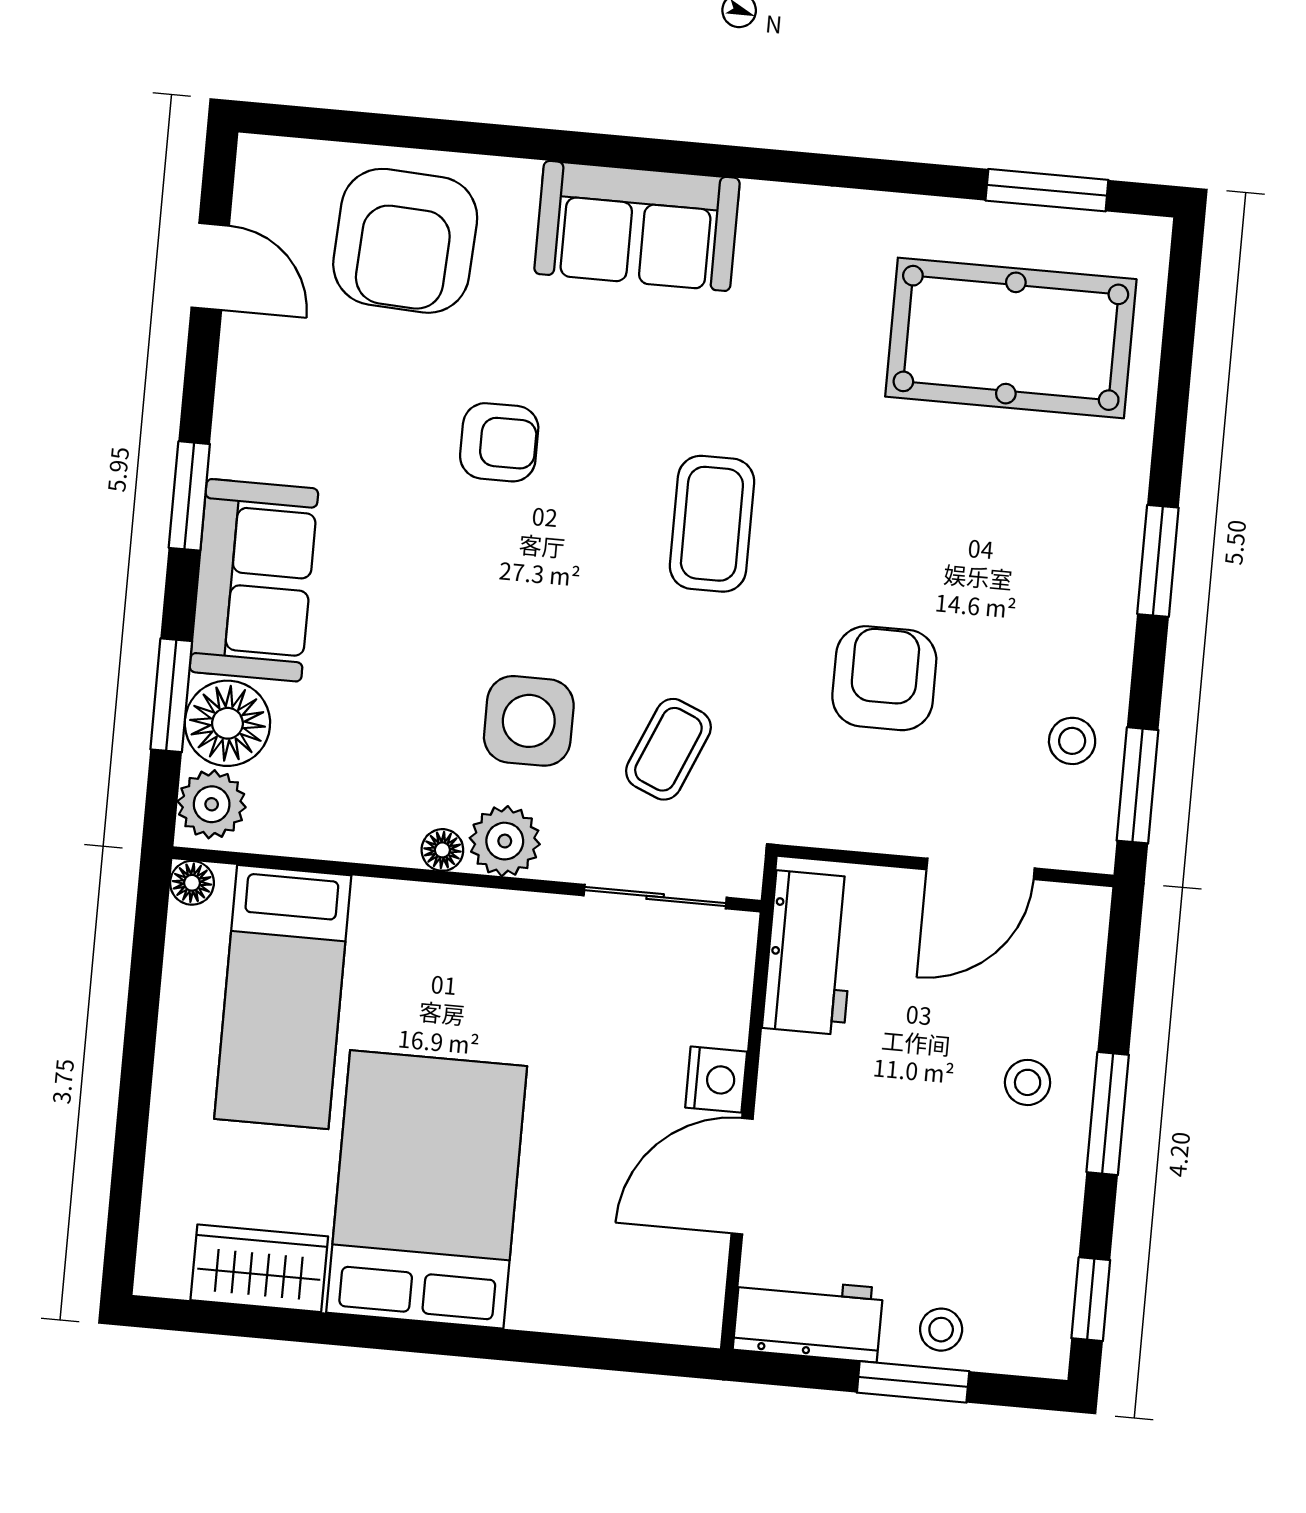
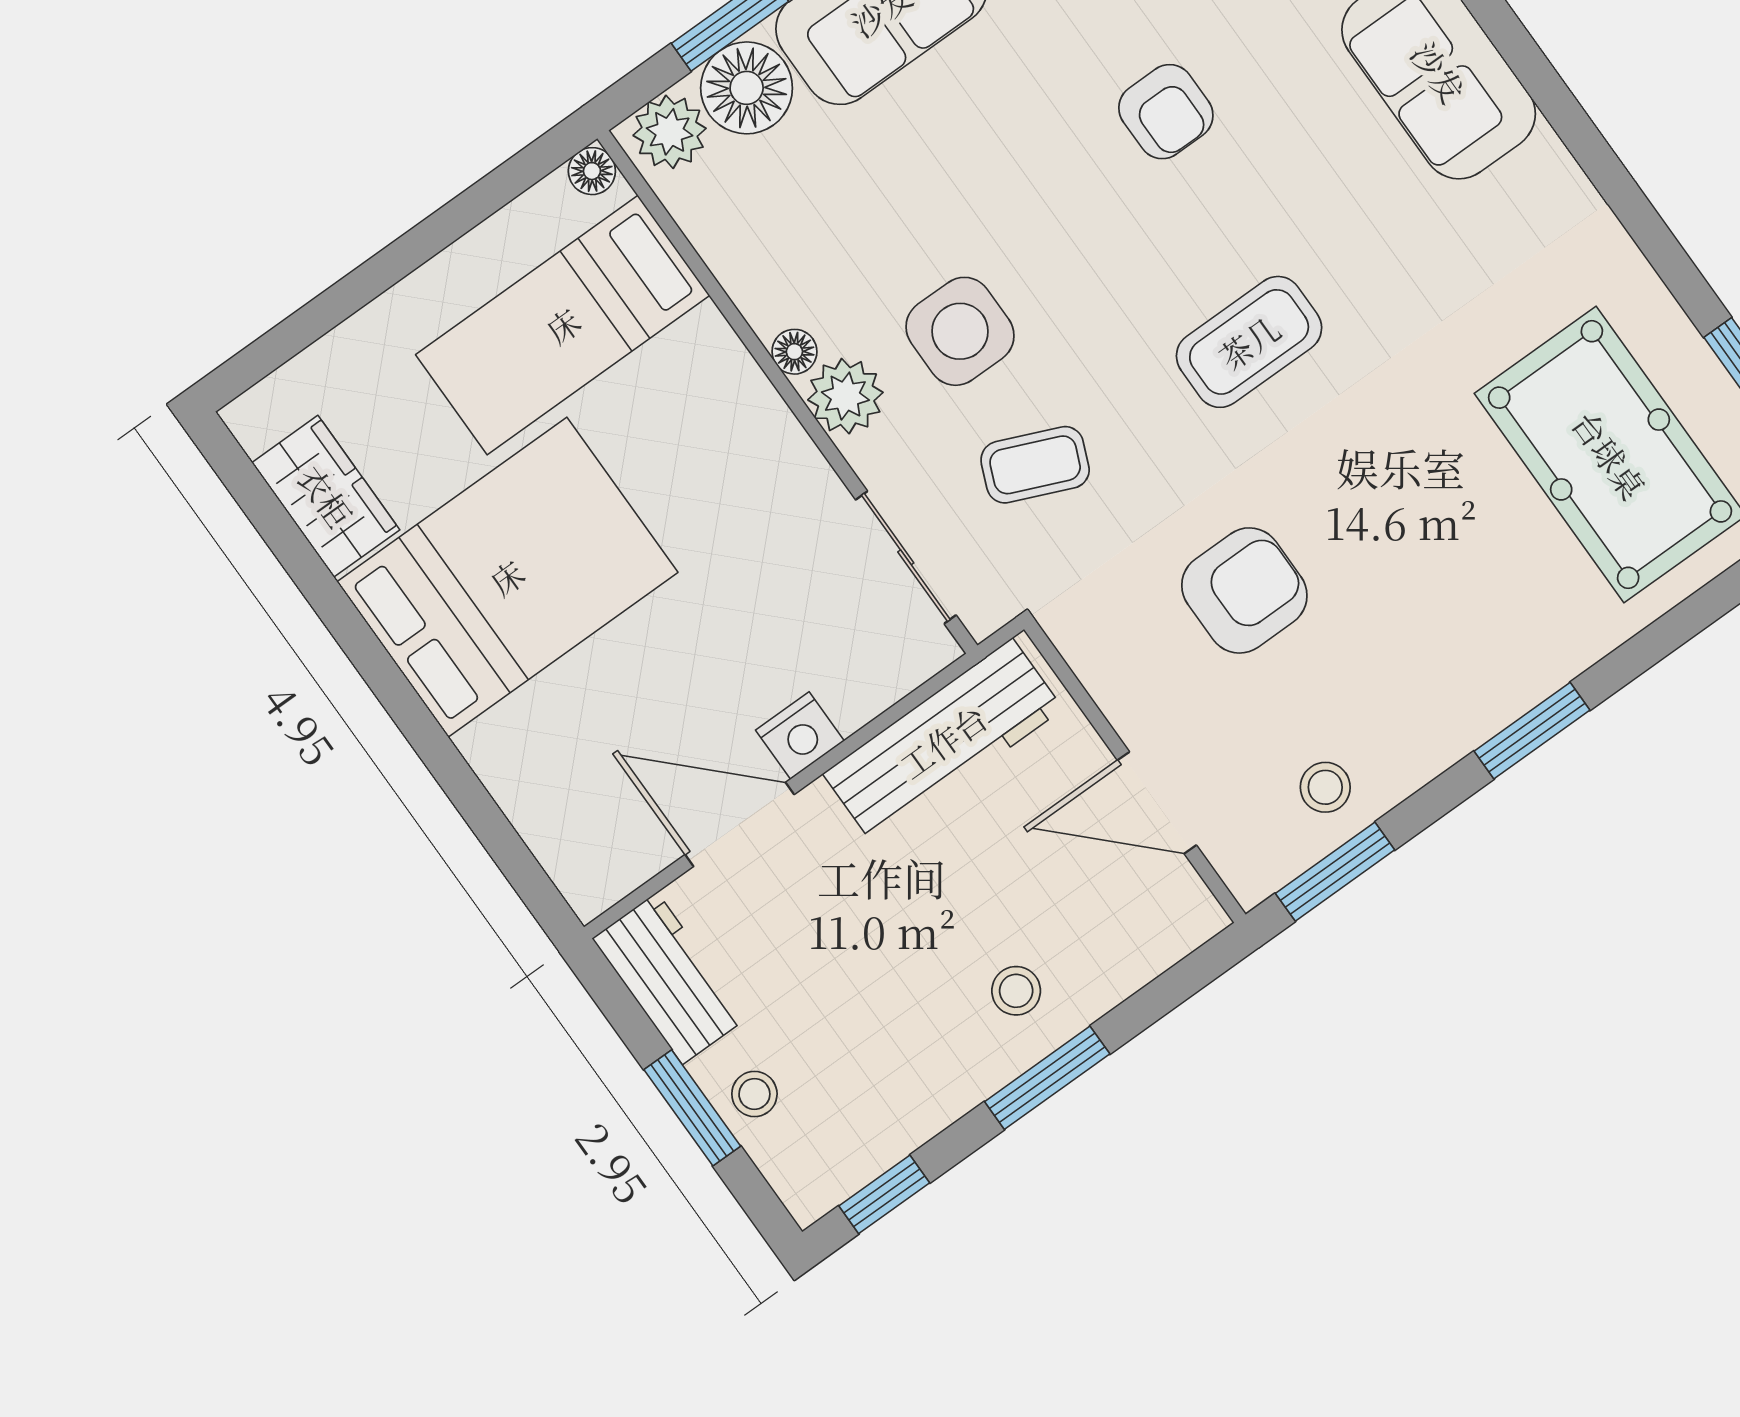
workbench: (810, 953) -> (943, 741), width x1.38

